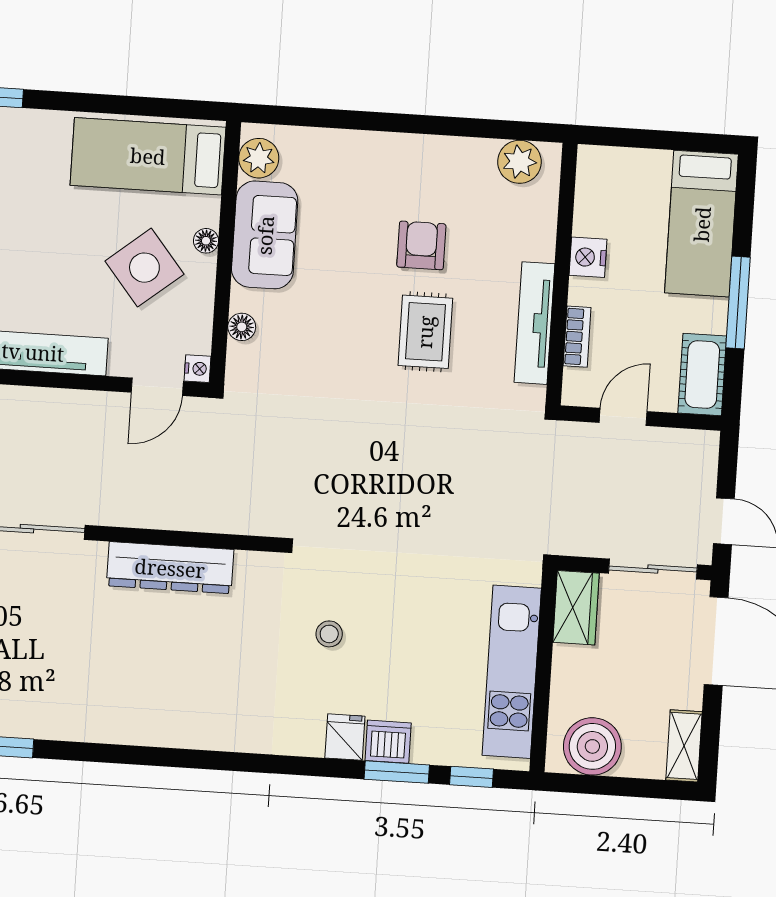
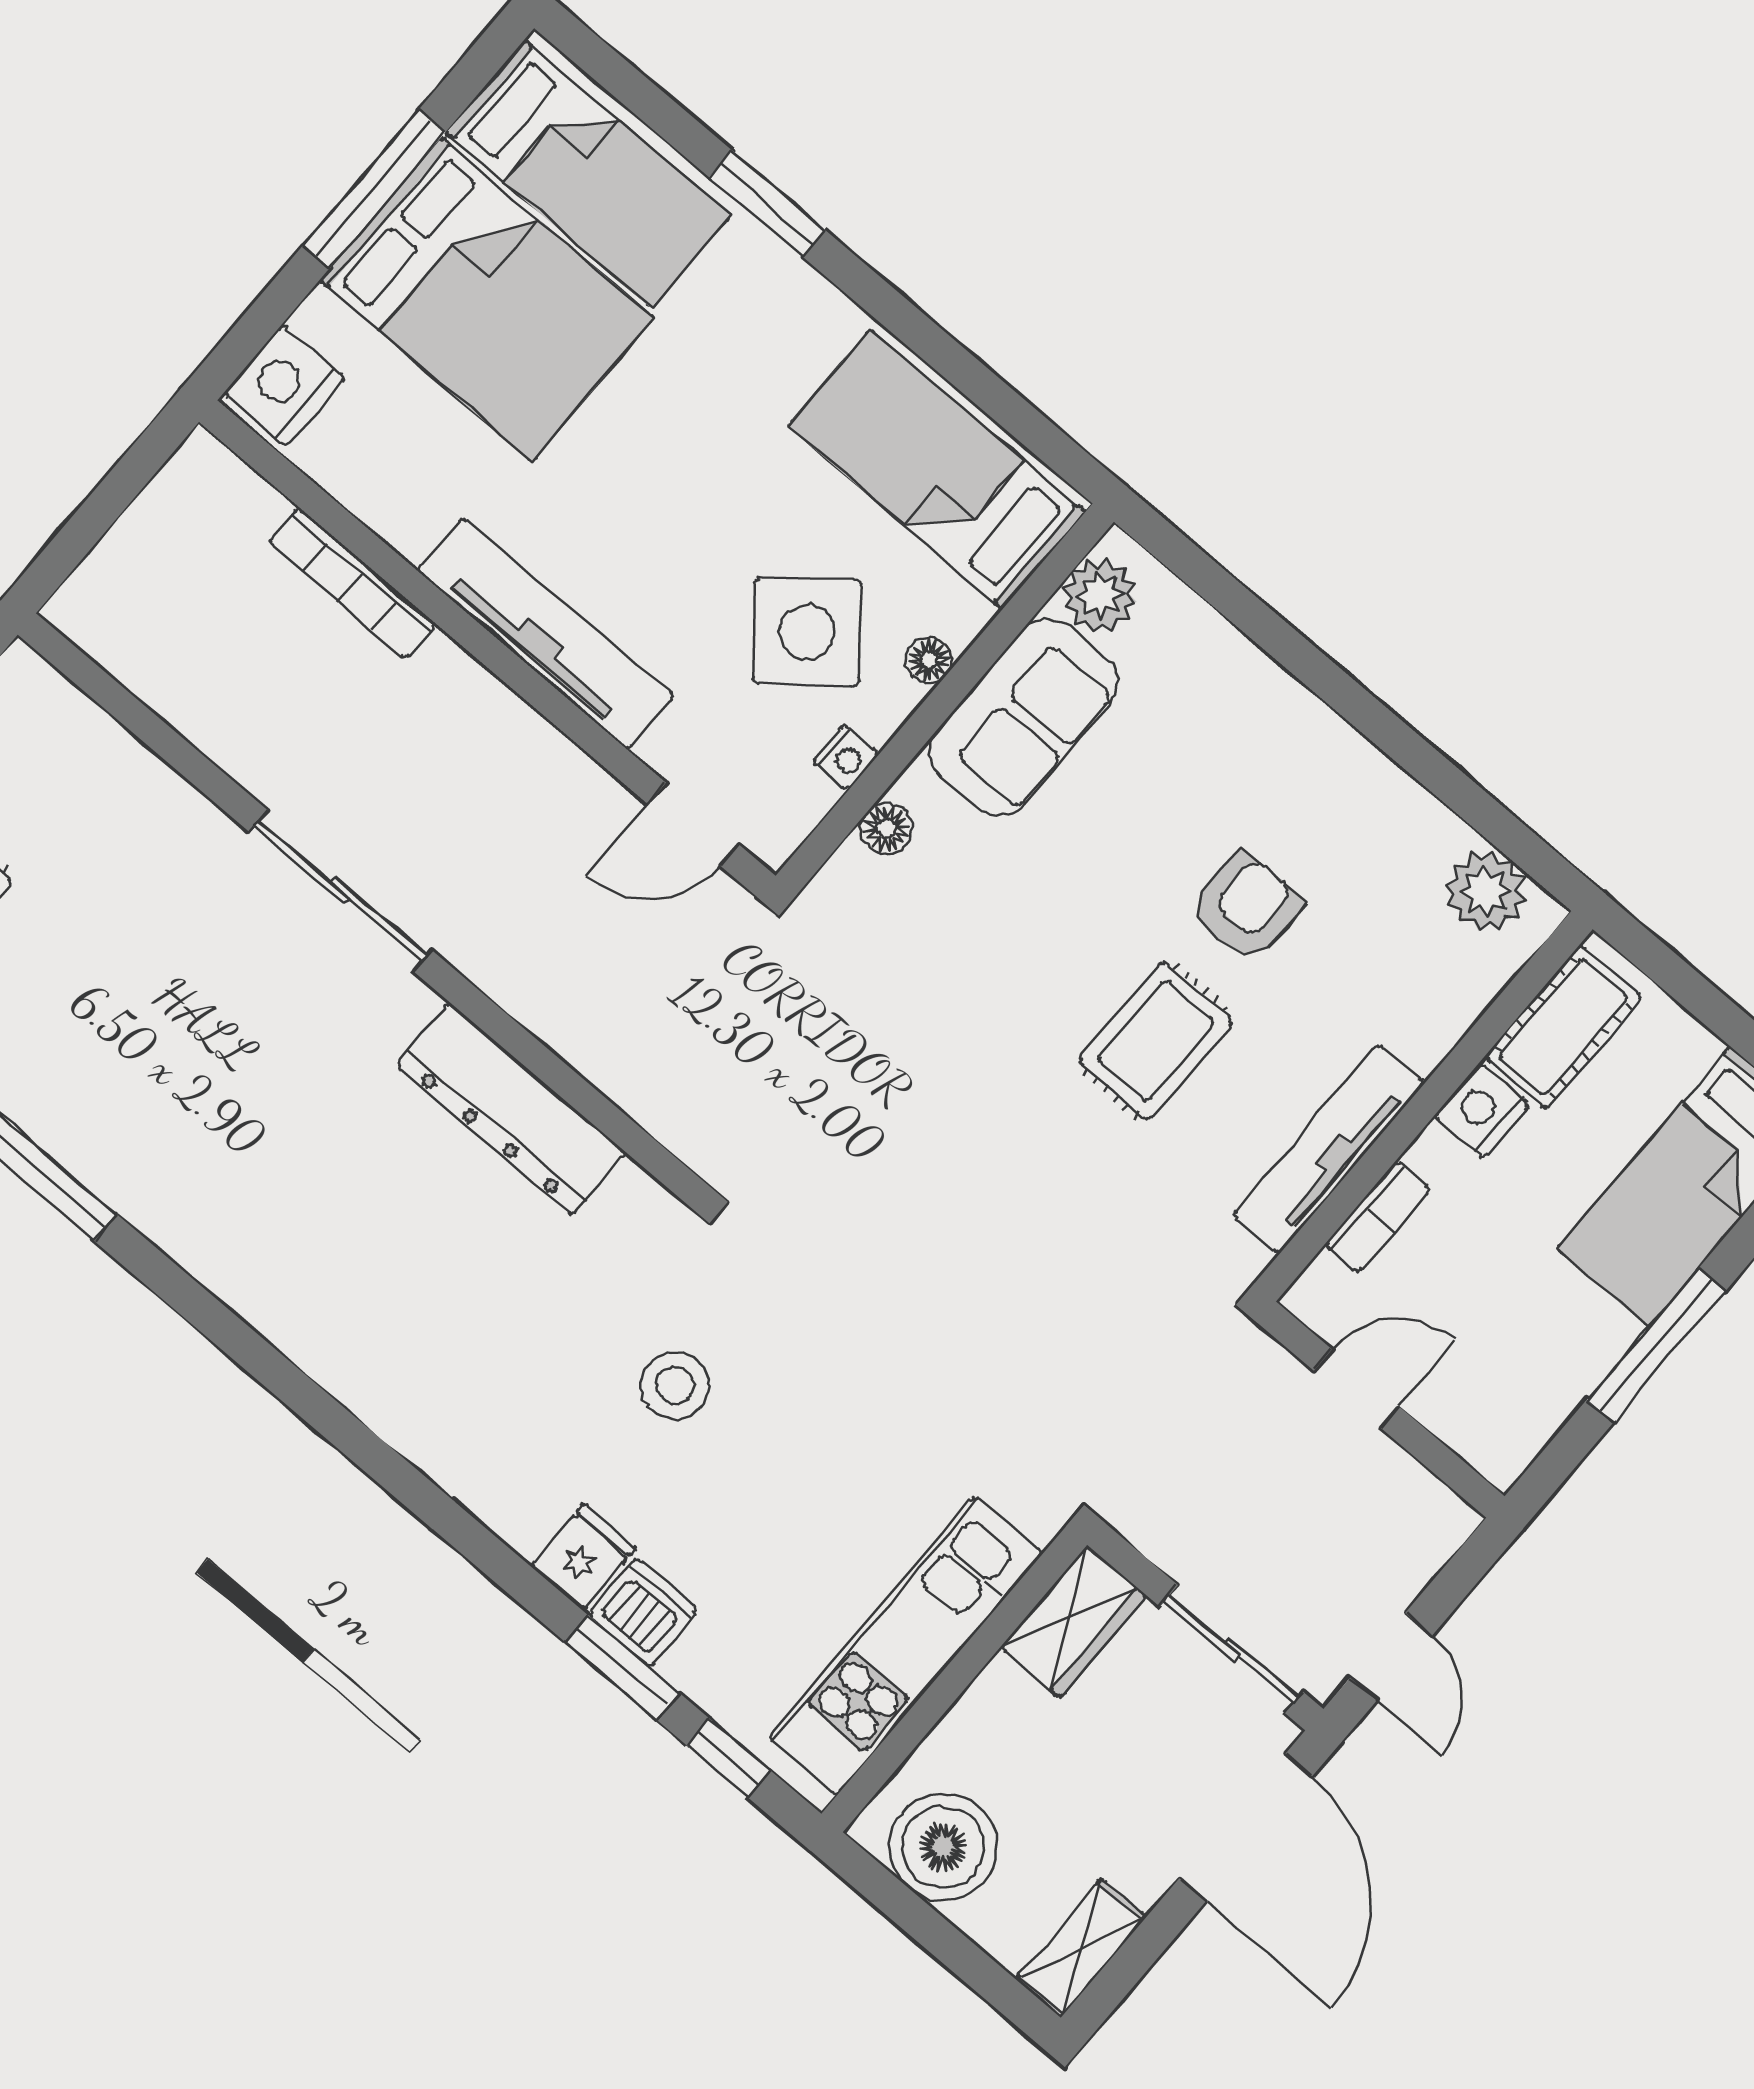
nightstand: (198, 369) -> (845, 758), moved
cot: (702, 374) -> (1563, 1027), moved
stool: (329, 634) -> (675, 1385), width x1.37, depth x1.37

